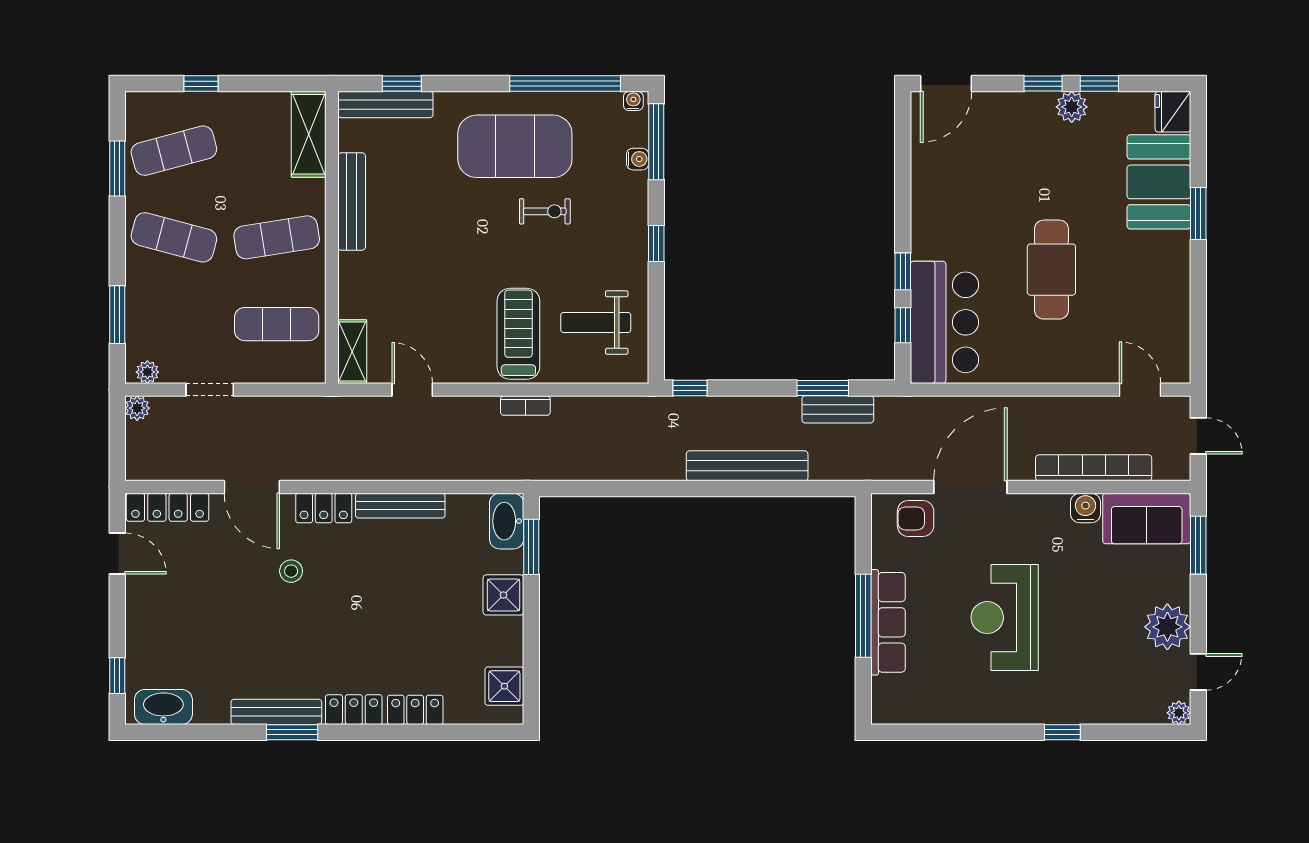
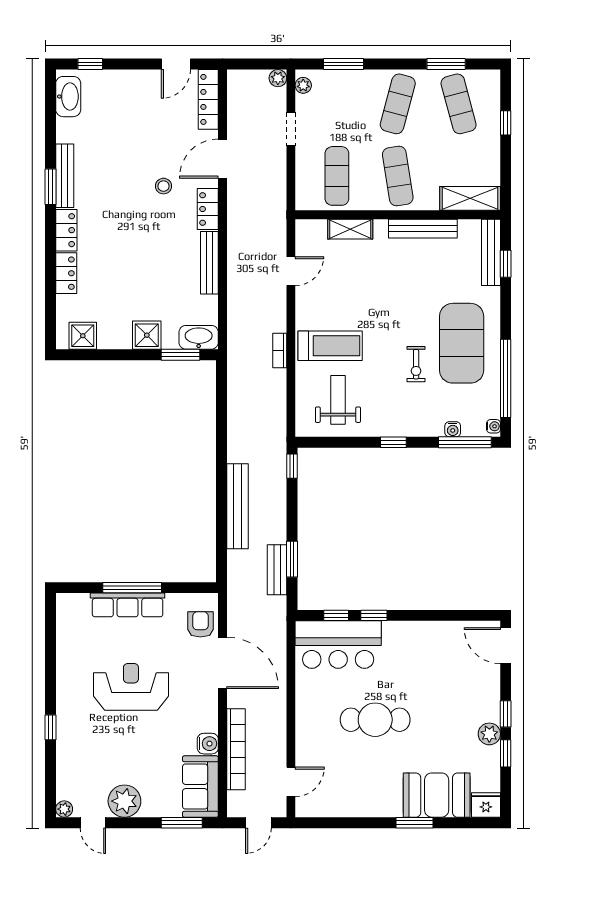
shelving: (352, 352) -> (350, 229), moved

